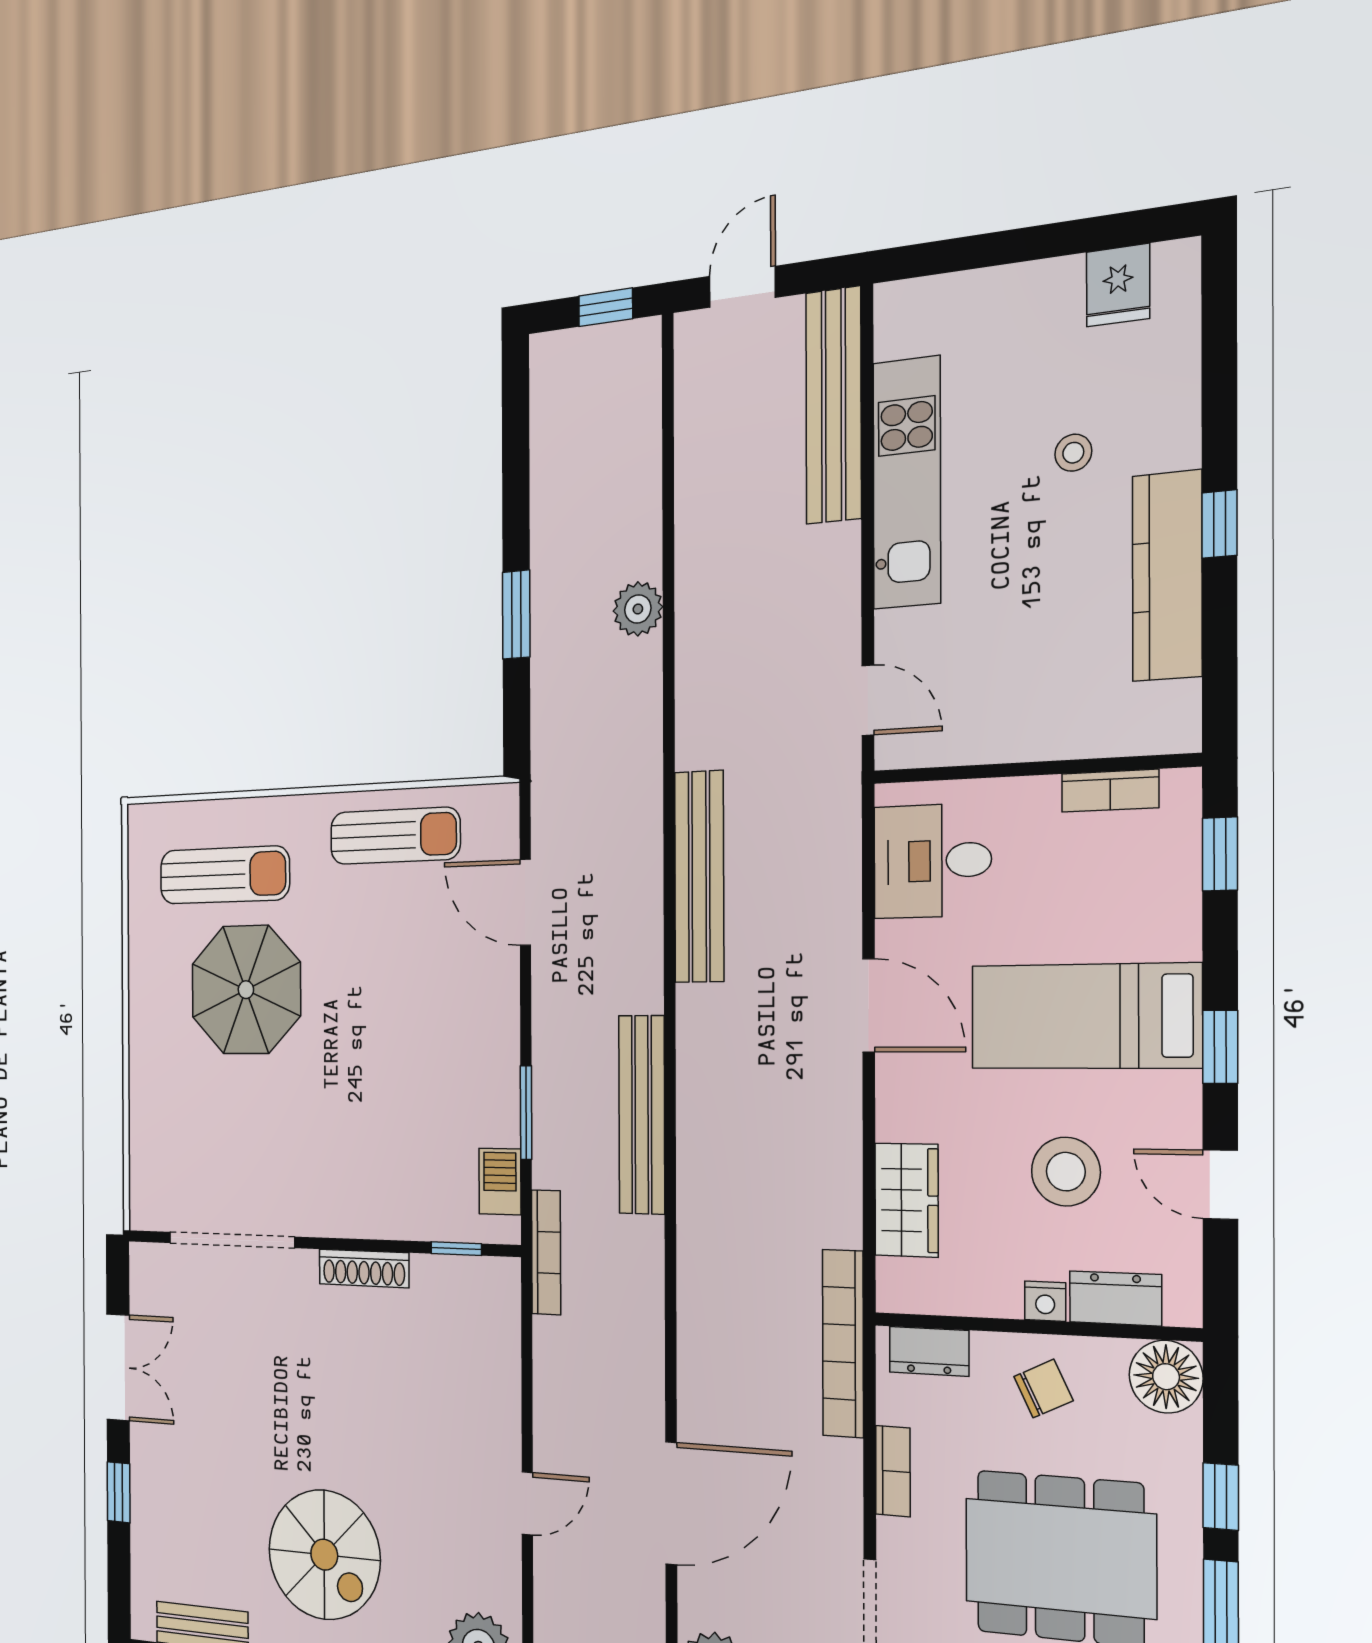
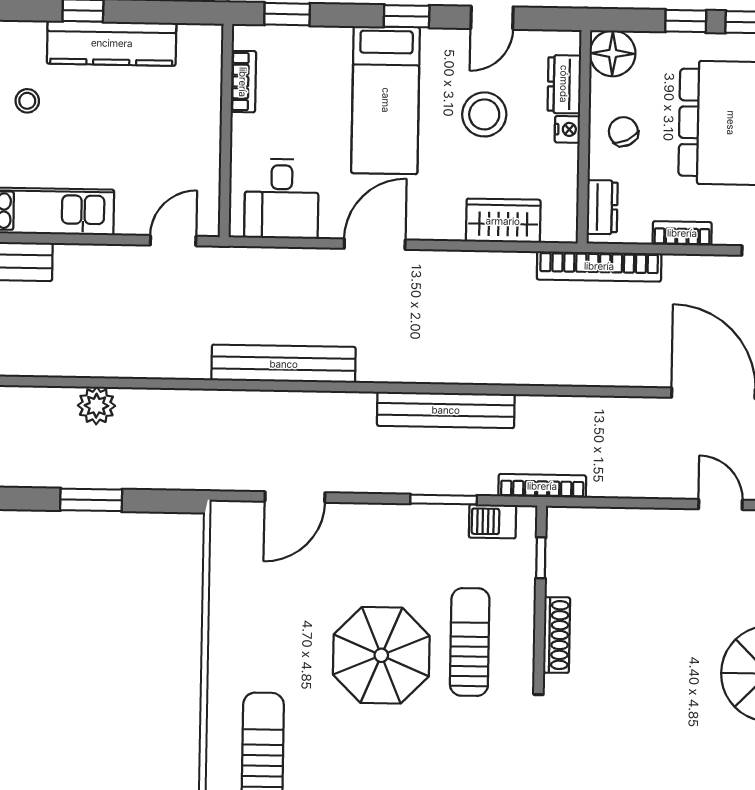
sun lounger: (395, 836) -> (470, 642), moved
parasol: (246, 990) -> (381, 655), moved

